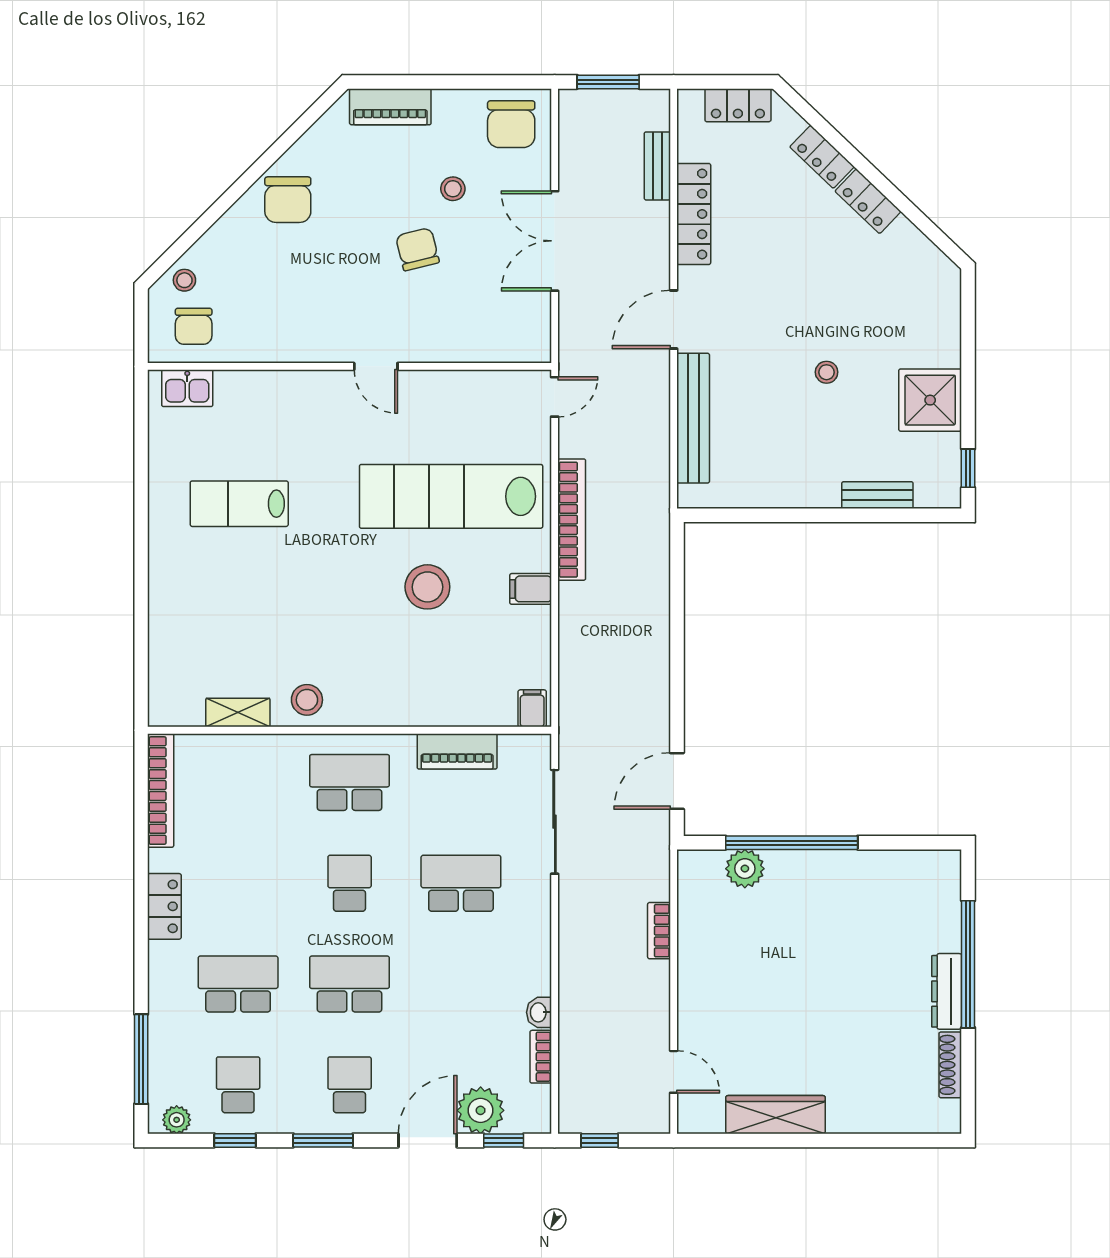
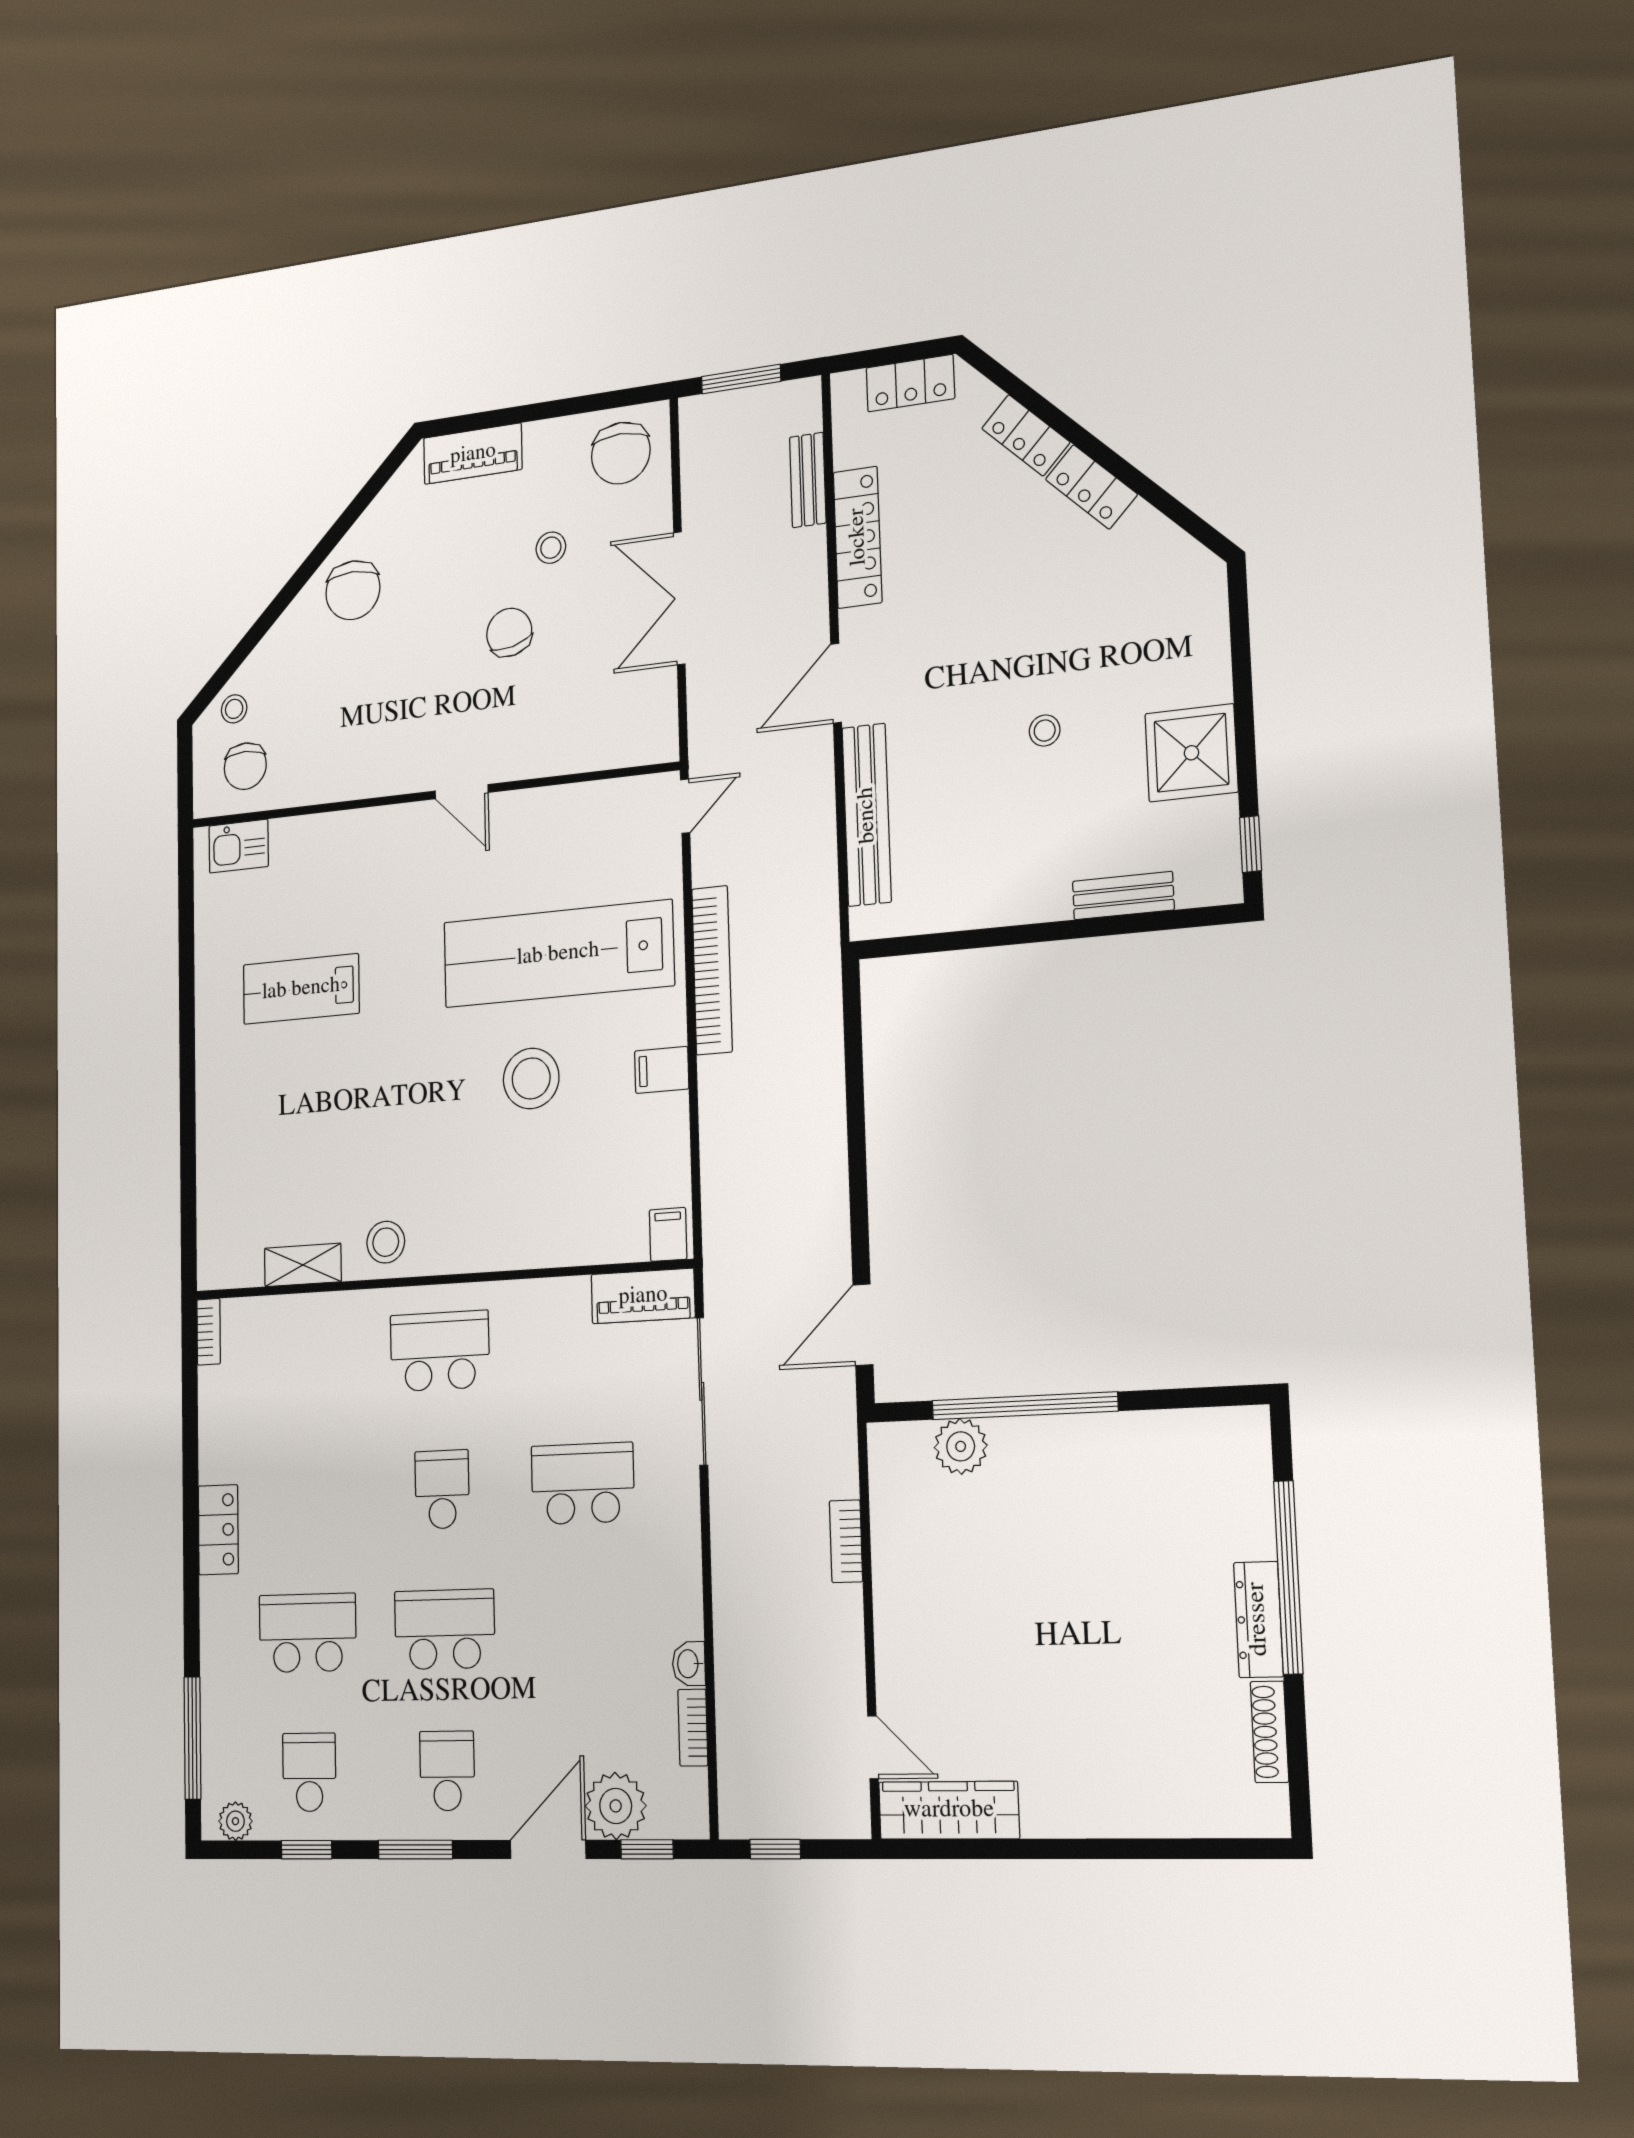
piano: (457, 751) -> (643, 1296), moved
bookcase: (161, 791) -> (209, 1332), width x0.43, depth x0.76
wardrobe: (775, 1115) -> (949, 1810), moved

